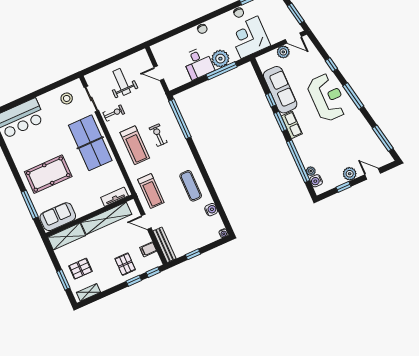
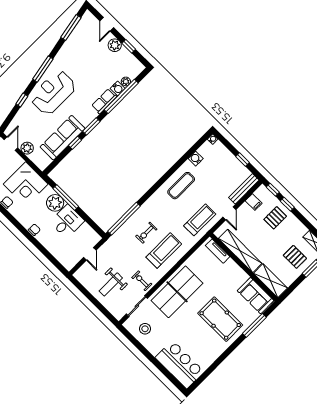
row of seats: (292, 125) -> (104, 101), moved
water cooler: (316, 181) -> (118, 88), moved

